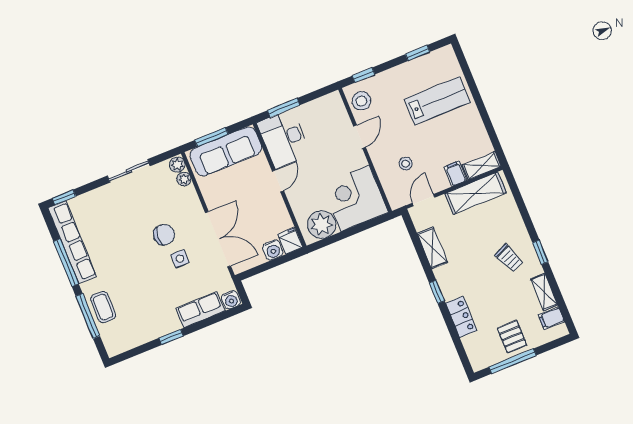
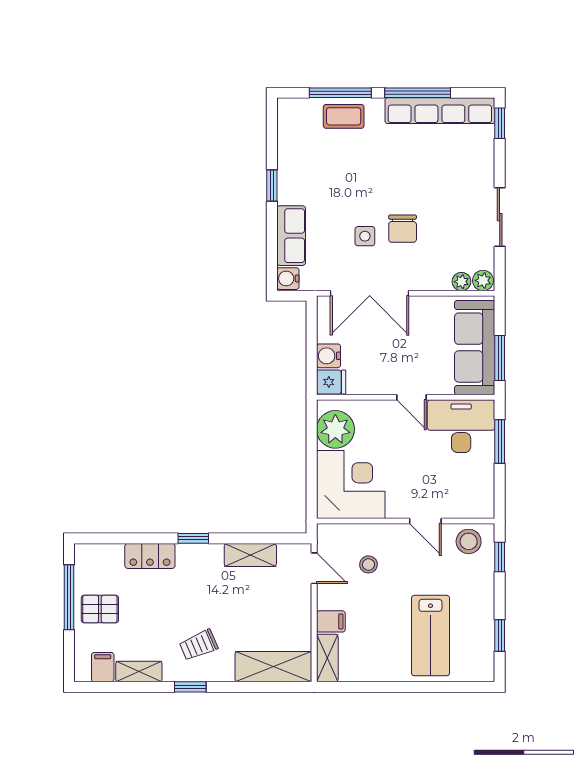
window: (211, 137) -> (500, 358), moved
shelving: (476, 193) -> (273, 667), moved, turned 90

